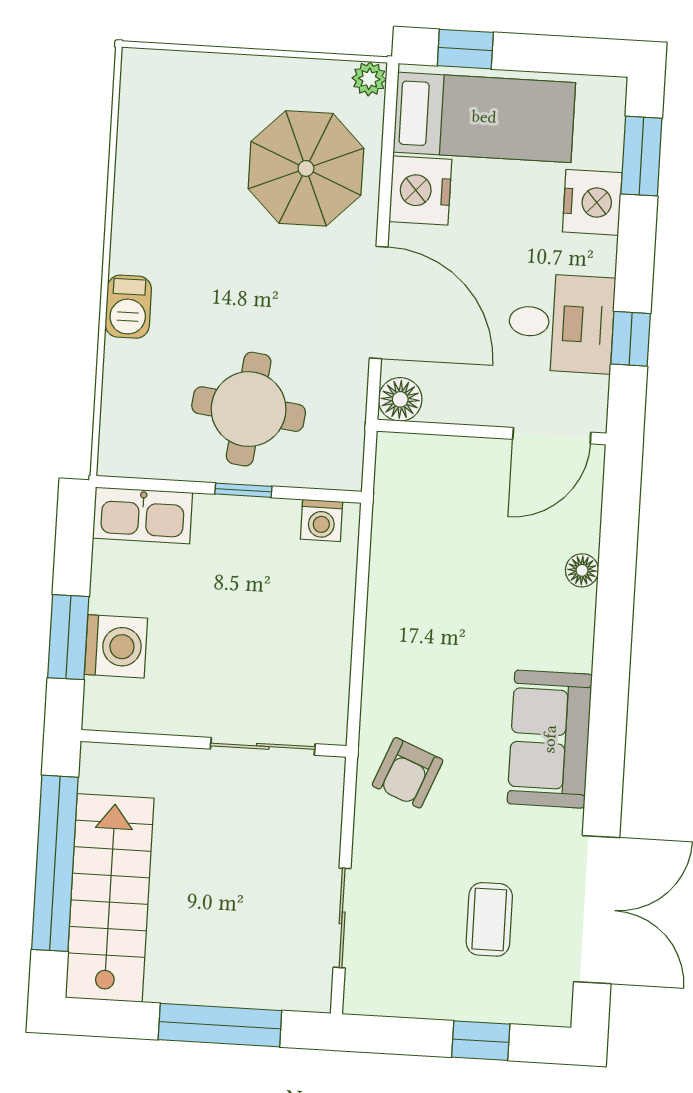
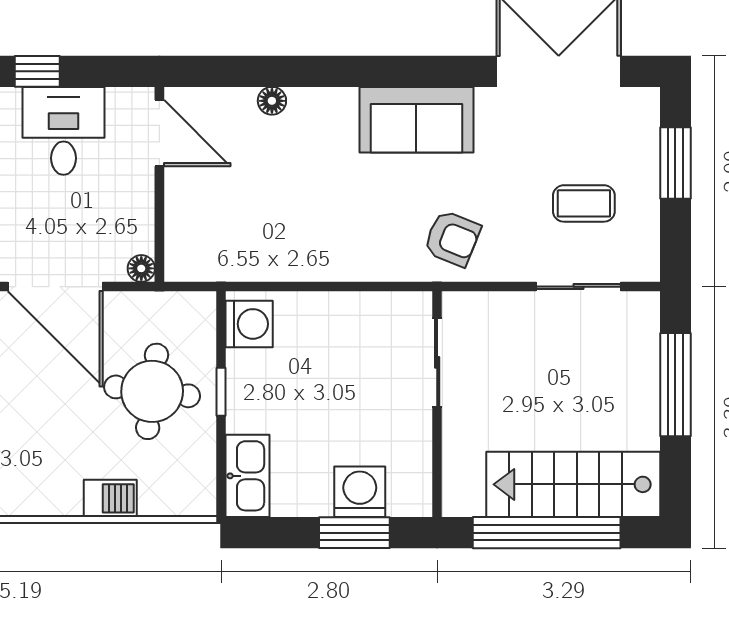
door: (379, 302) -> (55, 287), swing flipped
barbecue: (128, 307) -> (110, 498), moved
window: (631, 339) -> (37, 71), moved
floor lamp: (400, 399) -> (141, 268), width x0.73, depth x0.73
washing machine: (322, 520) -> (249, 324), width x1.38, depth x1.38
coffee table: (489, 919) -> (584, 203), moved
window: (481, 1041) -> (675, 163), width x1.50

